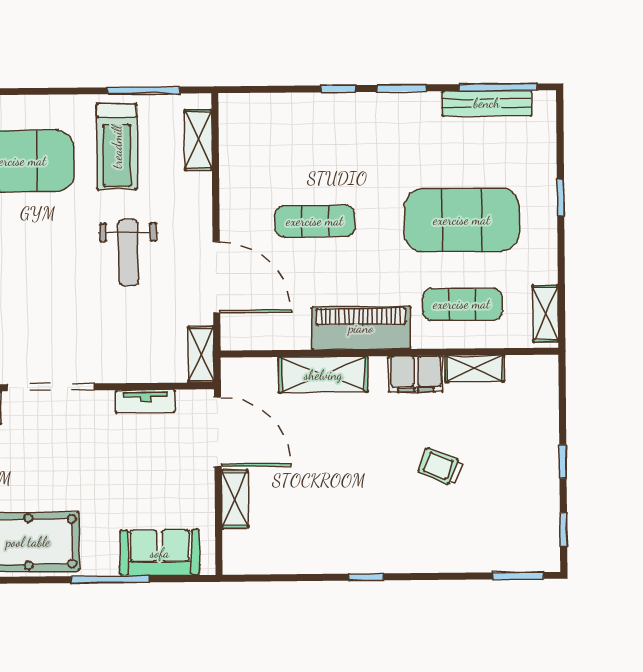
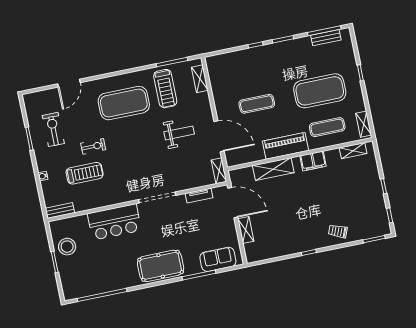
bench: (487, 103) -> (326, 38), width x0.73
weight bench: (128, 252) -> (179, 133), turned -90
shelving: (475, 369) -> (353, 151), moved
trolley: (441, 467) -> (338, 231), moved

